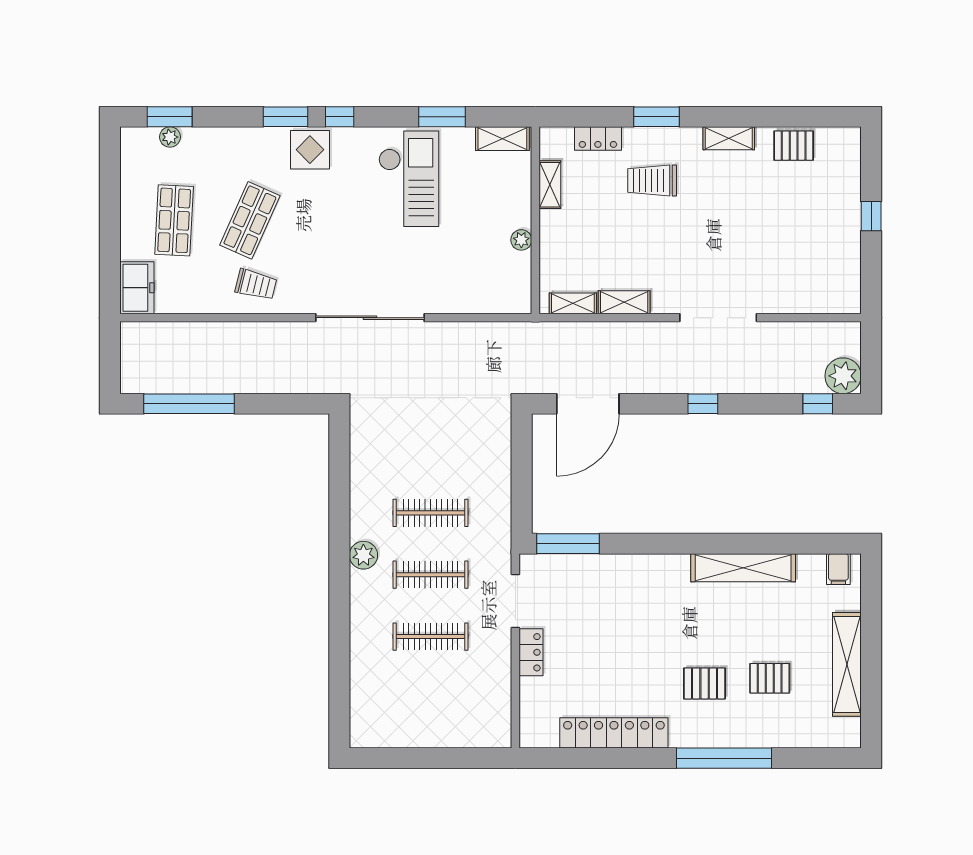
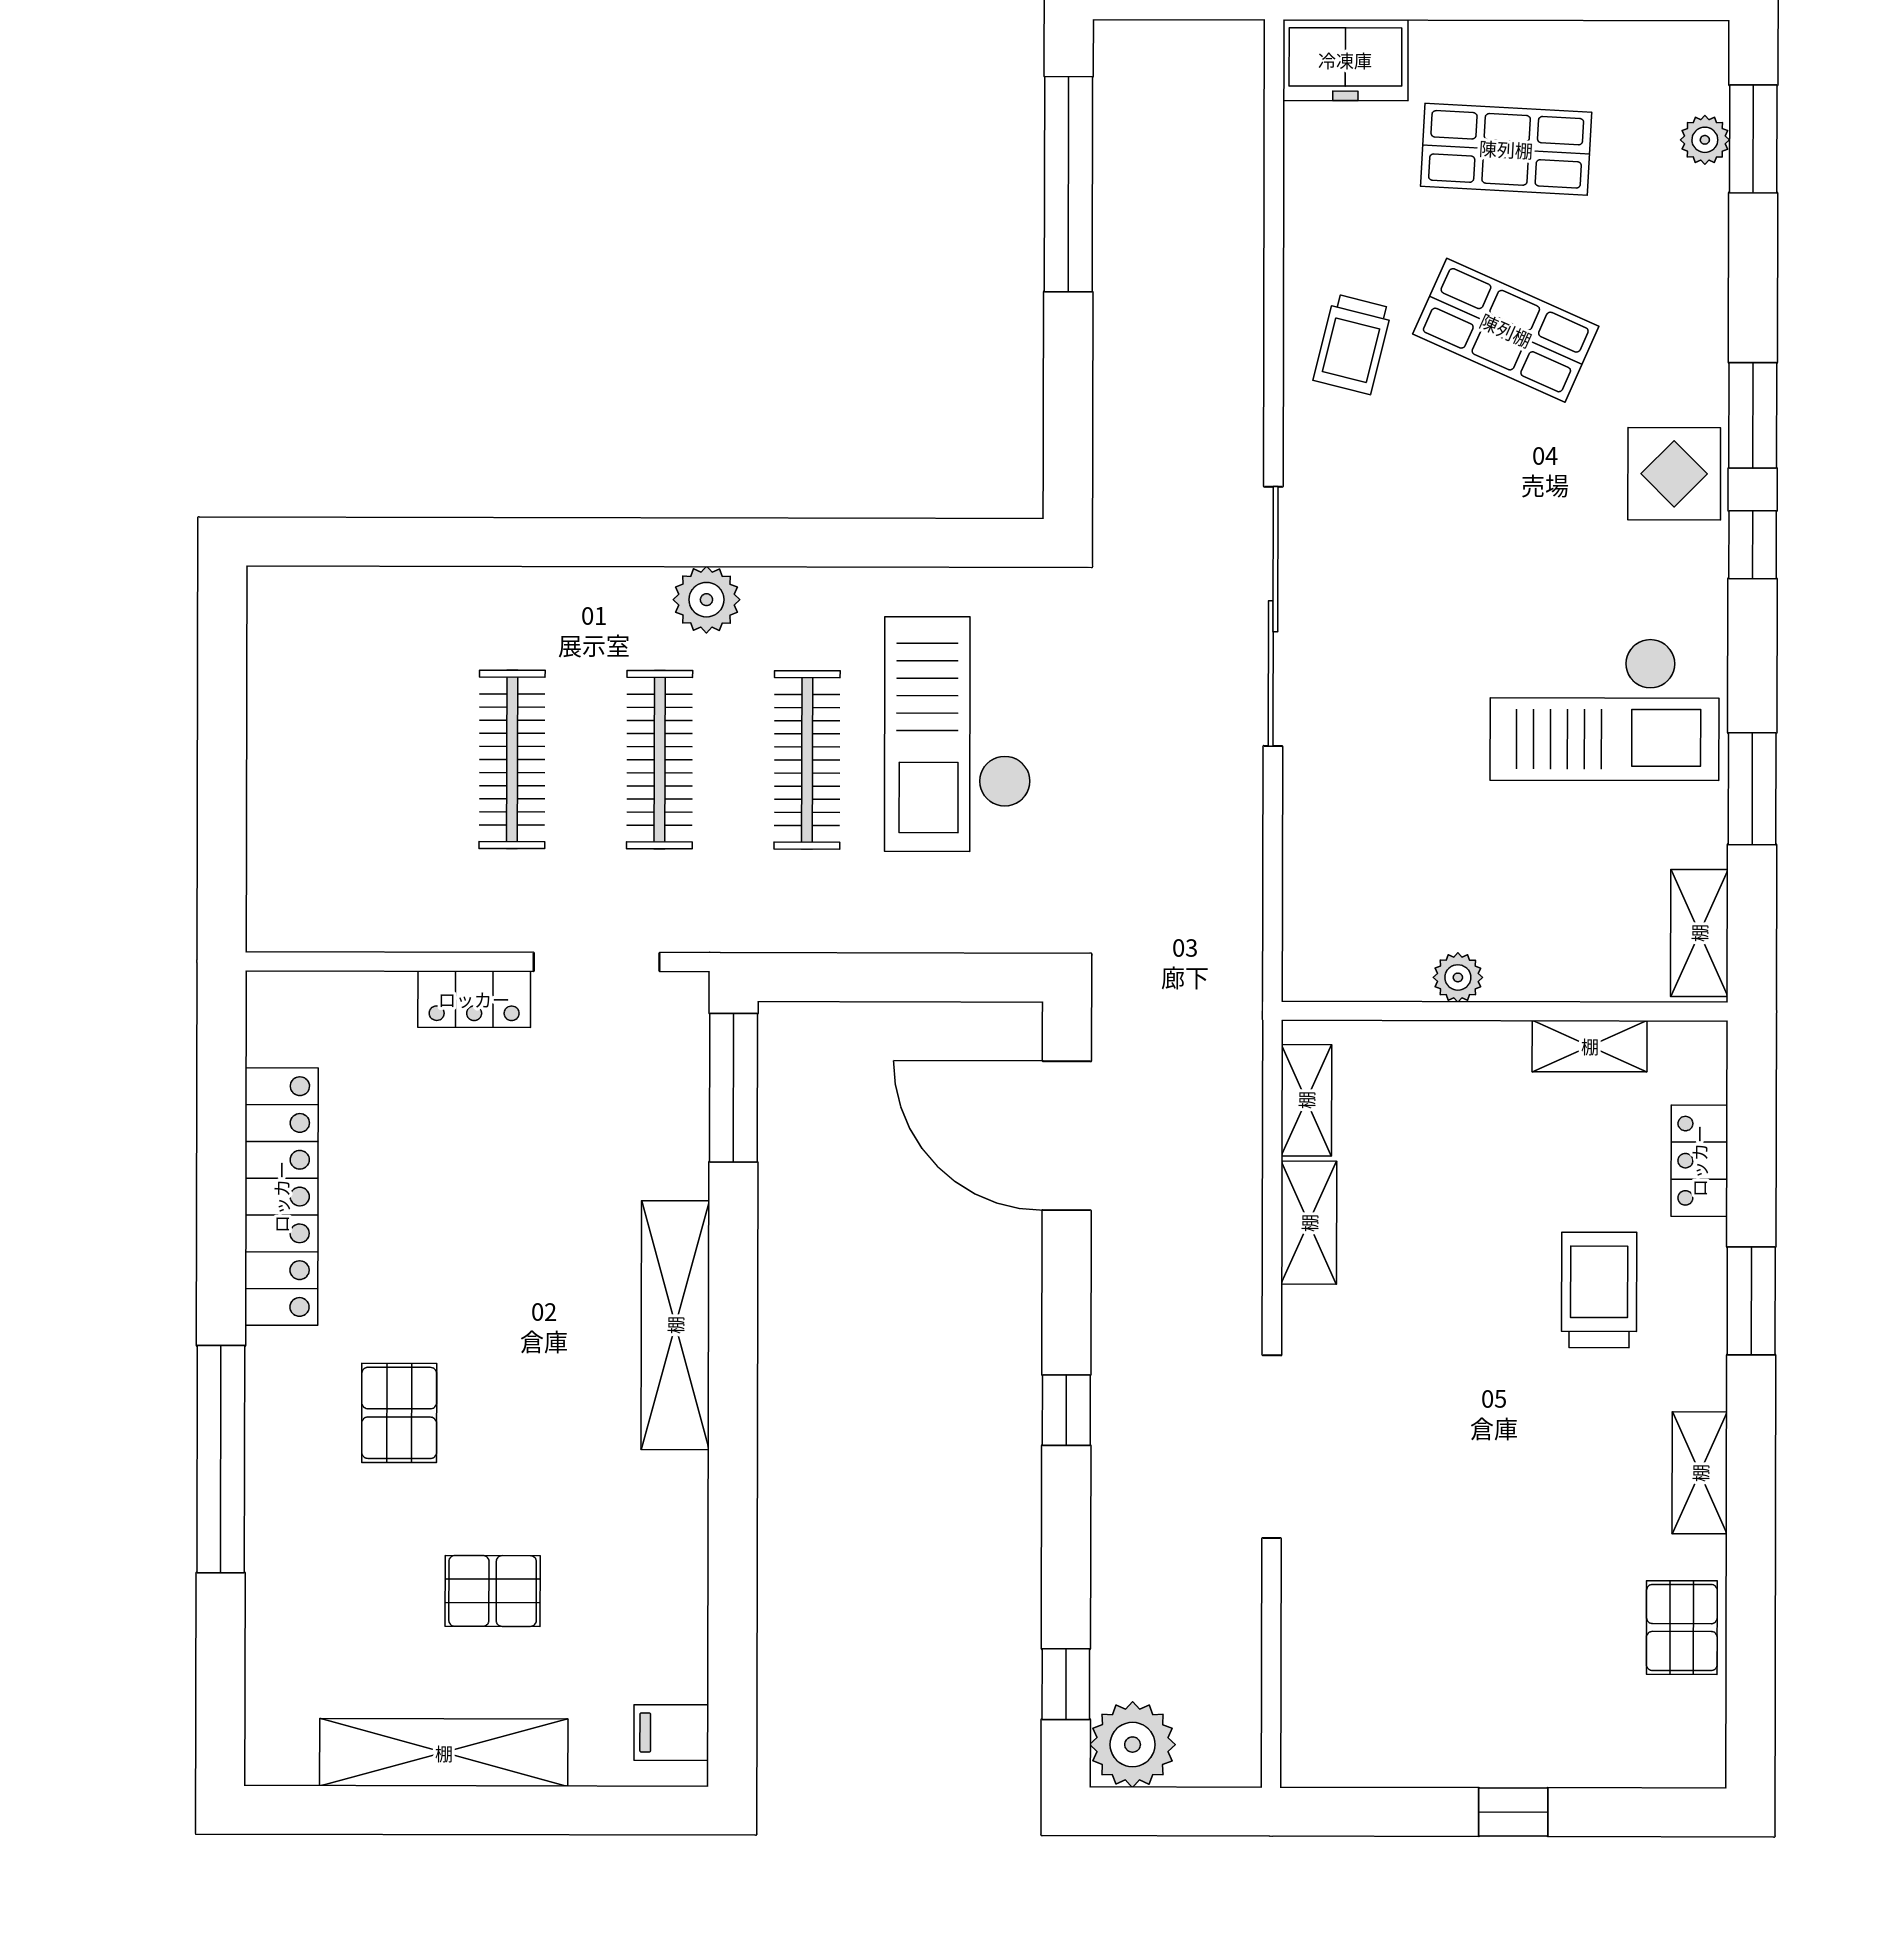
checkout: (420, 450) -> (958, 734), added
shelving: (743, 568) -> (675, 1325), moved
pallet: (770, 678) -> (493, 1591), moved, turned 90

